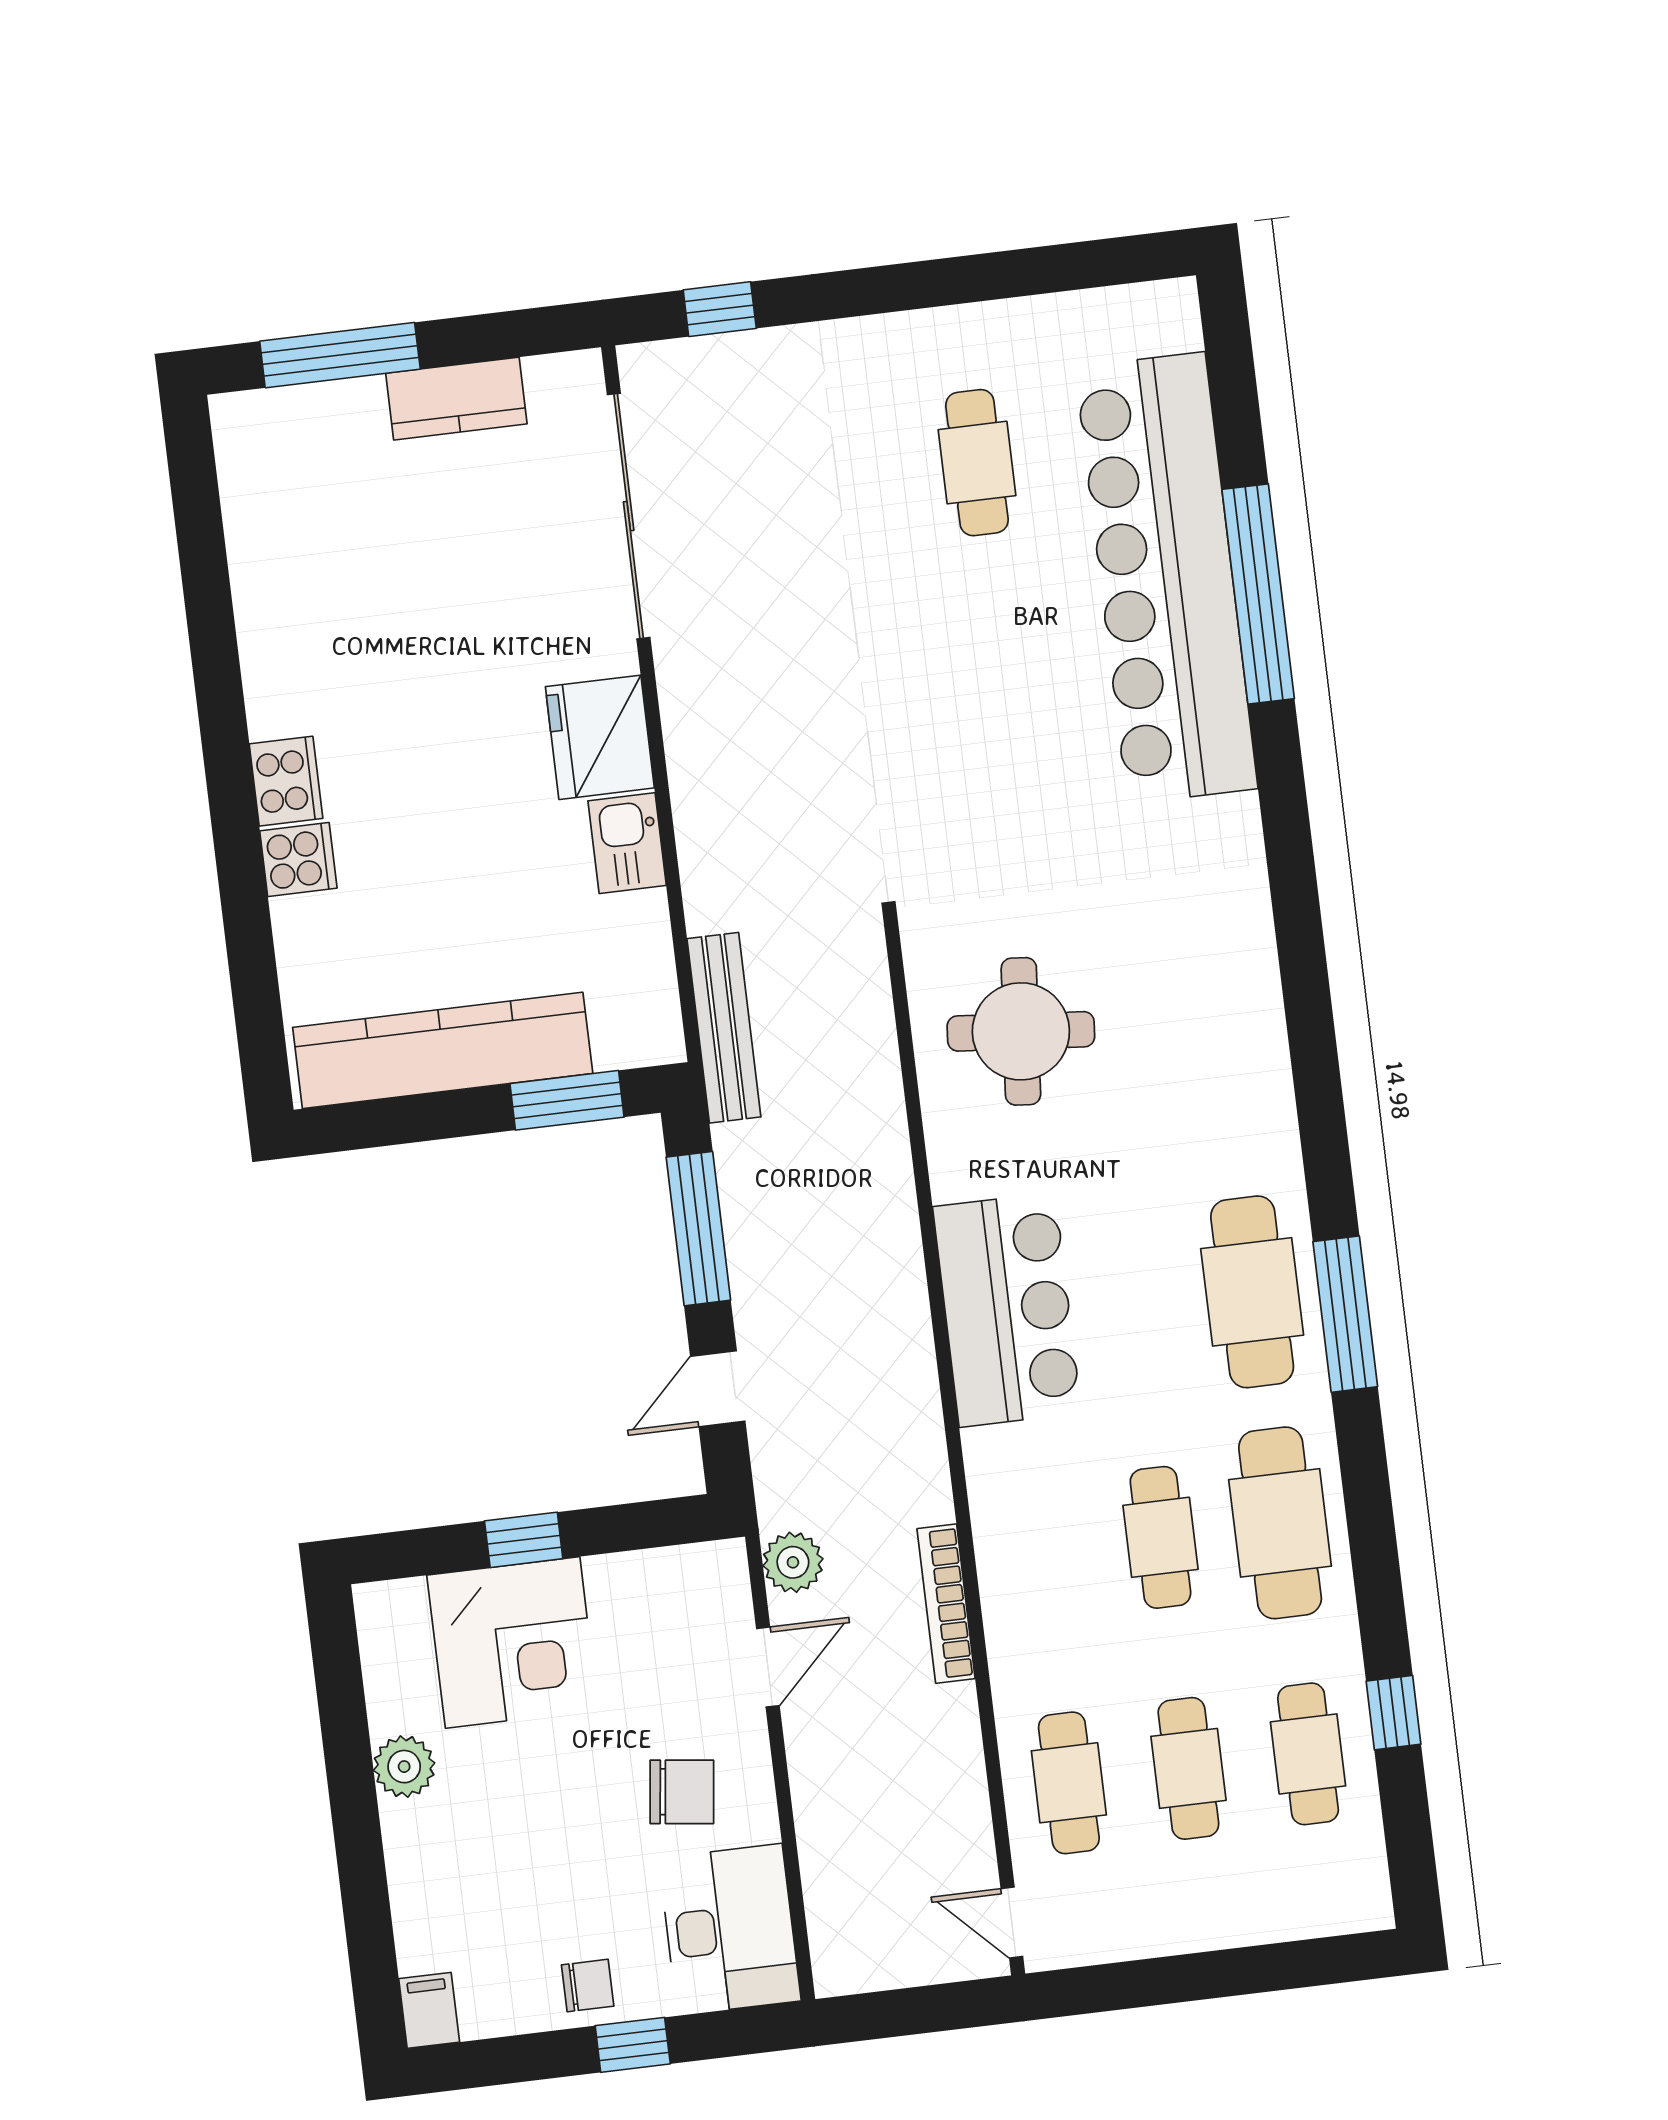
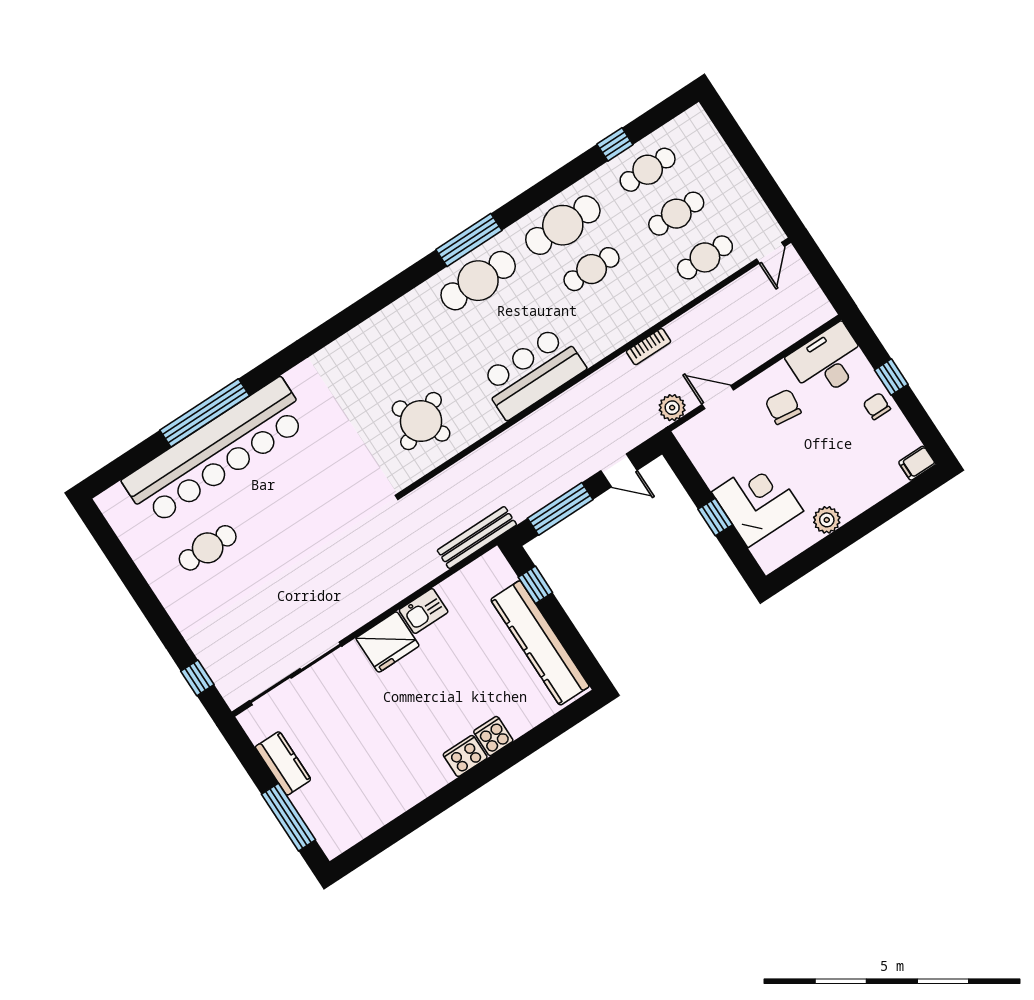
round table: (1021, 1031) -> (421, 421), turned -31
window: (567, 1100) -> (535, 585), width x0.67
bookcase: (946, 1604) -> (649, 347), width x0.64

